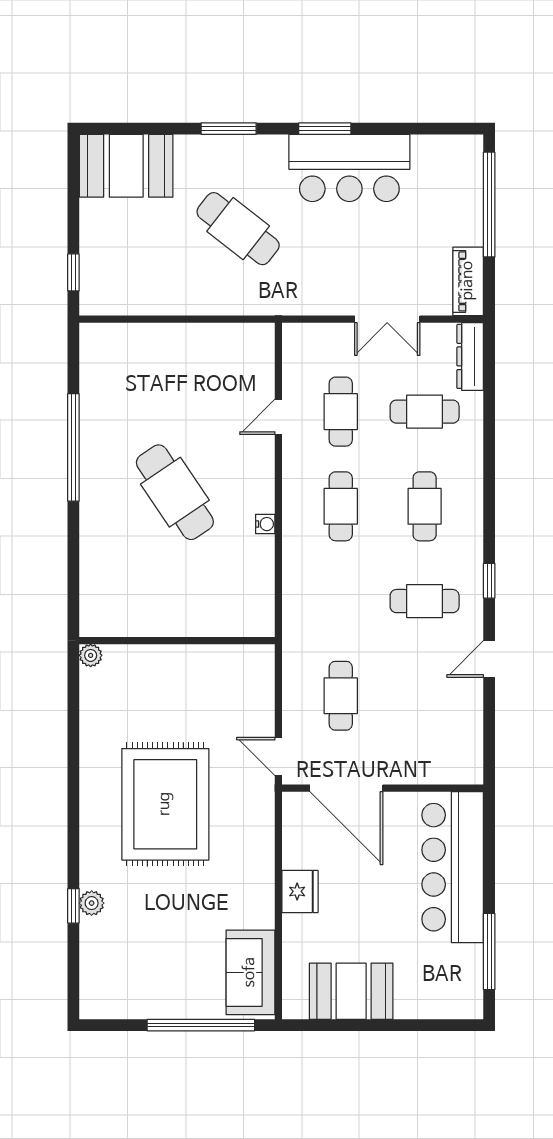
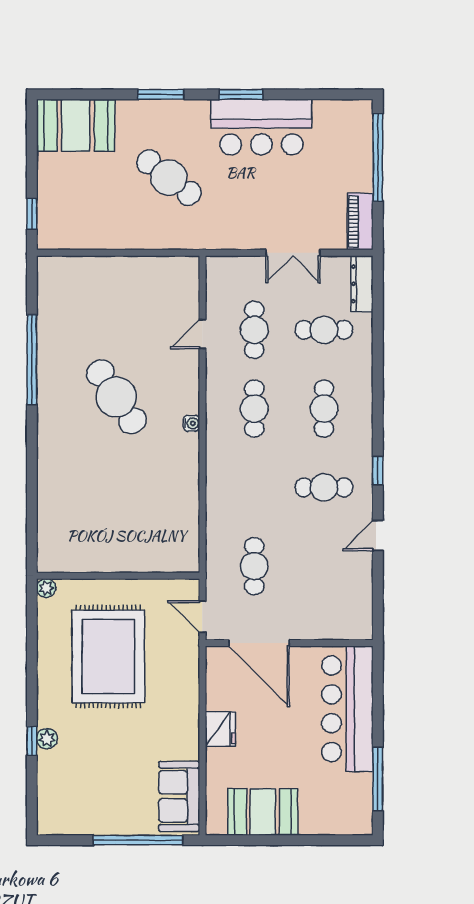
wall: (177, 641) -> (118, 576), moved
plant: (91, 655) -> (46, 588), moved

